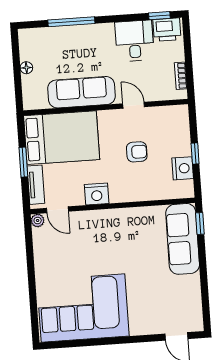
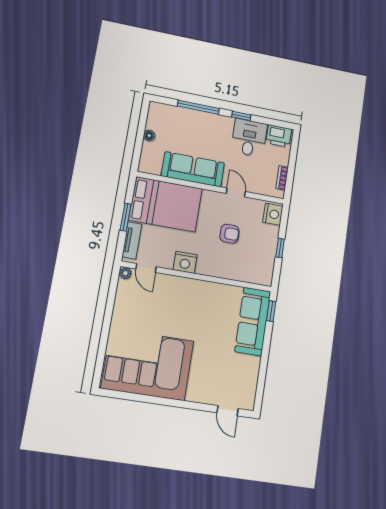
window: (159, 16) -> (241, 116), moved
nightstand: (183, 168) -> (273, 214), moved

